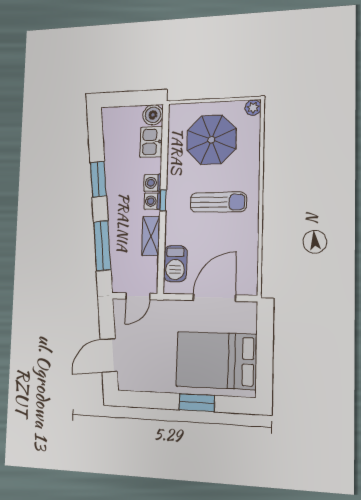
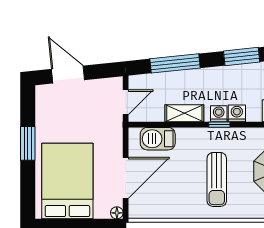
door: (138, 296) -> (126, 102), swing flipped
door: (214, 298) -> (126, 178), hinge flipped
floor lamp: (251, 308) -> (117, 213), added
window: (197, 403) -> (28, 143), moved

